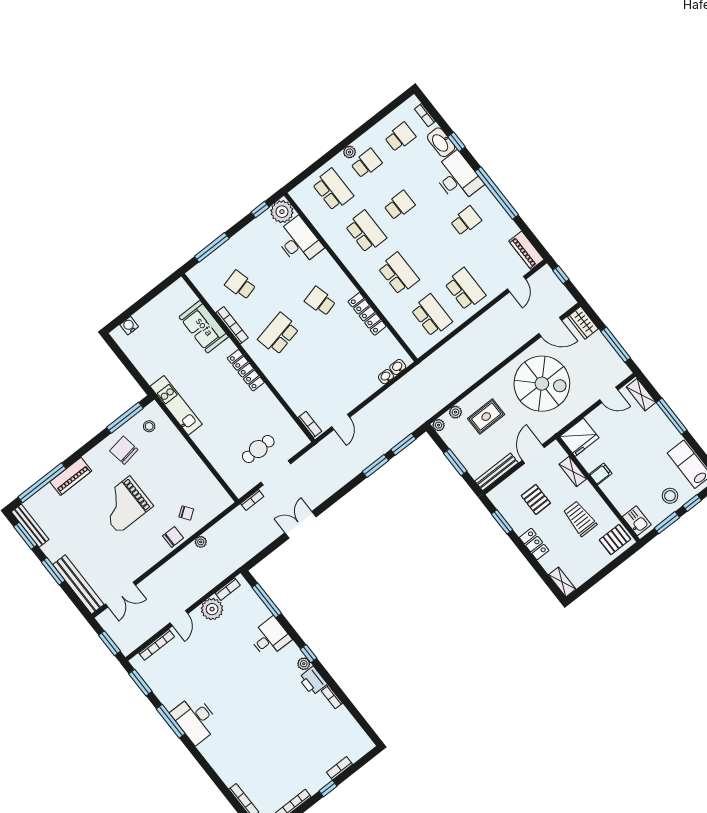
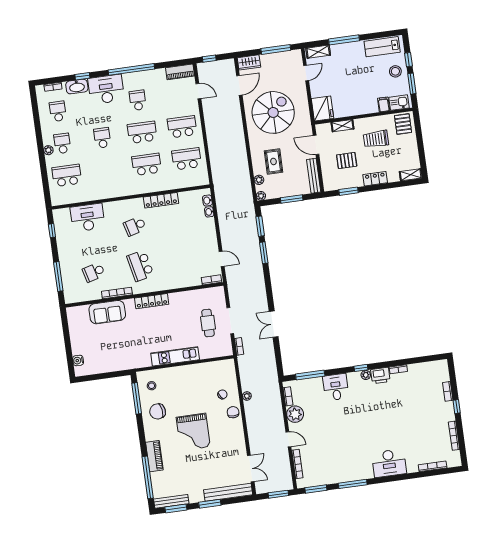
plant: (282, 212) -> (62, 217), removed
school desk: (366, 232) -> (142, 132), moved
kitchen unit: (176, 405) -> (175, 356), moved
filing cabinet: (601, 474) -> (384, 104), moved
desk: (195, 719) -> (389, 463), moved

